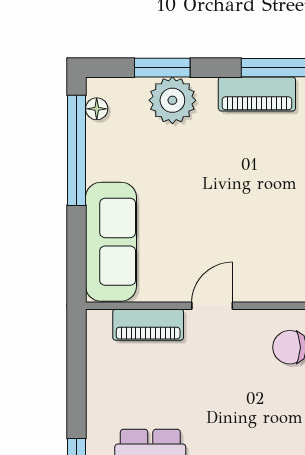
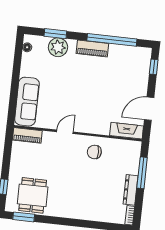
window: (77, 150) -> (17, 63), removed
piano: (148, 325) -> (27, 135), moved

